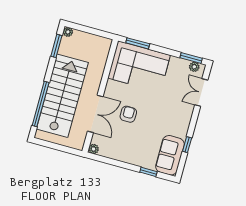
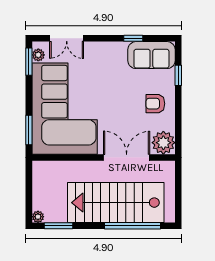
corner sofa: (139, 67) -> (65, 109), width x1.36, depth x1.36
armchair: (128, 114) -> (155, 104), moved
plant: (94, 149) -> (163, 143), width x1.88, depth x1.88

